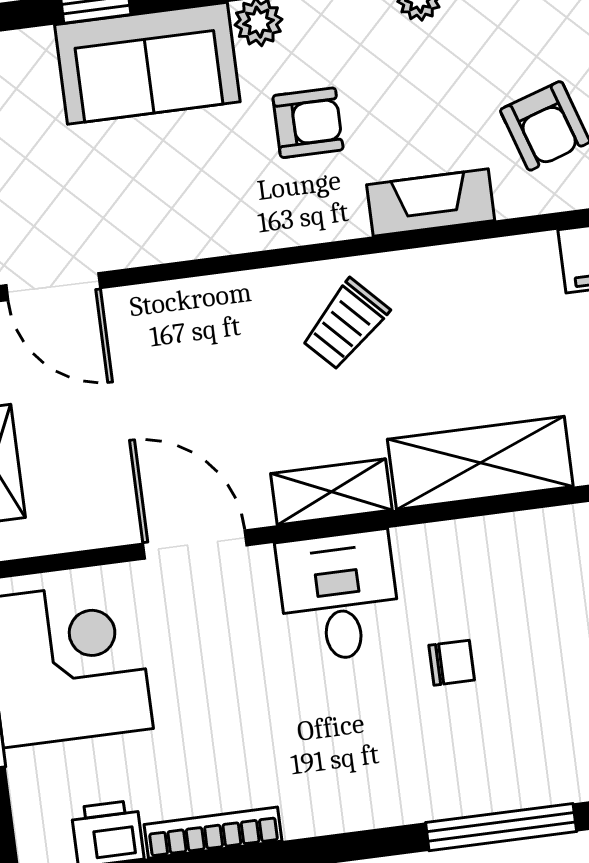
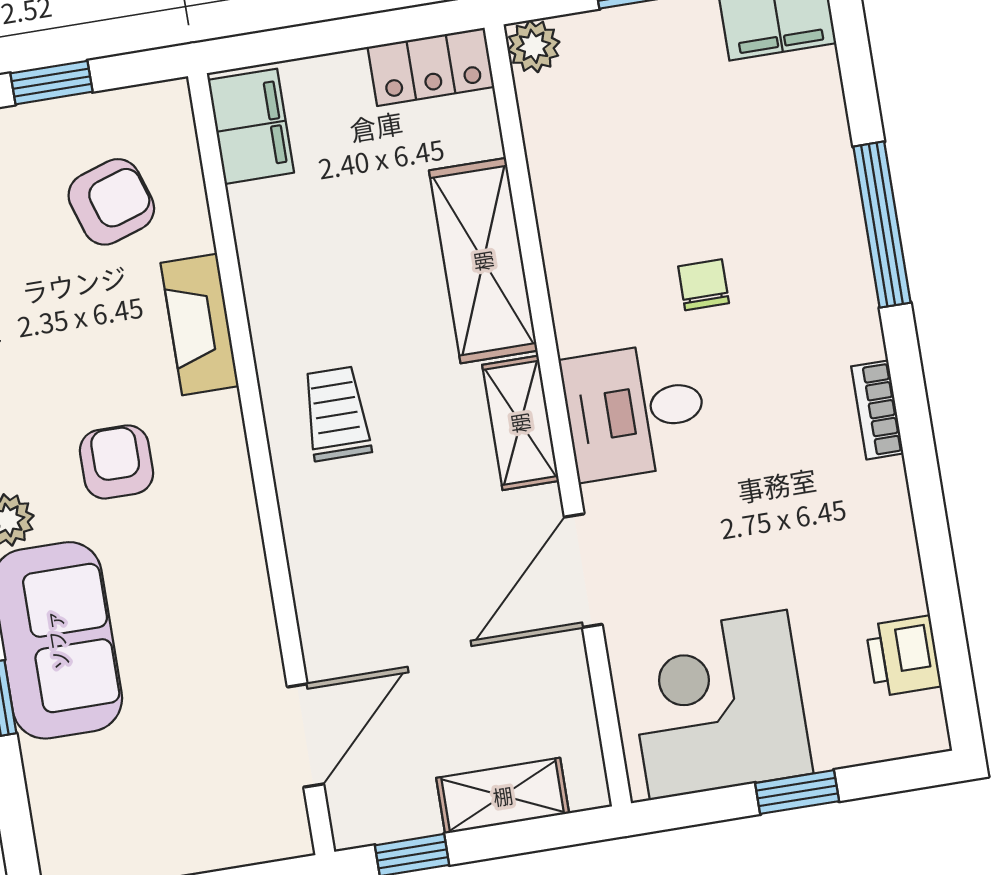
trolley: (345, 324) -> (336, 414), turned -136
bookcase: (213, 833) -> (877, 410), moved, width x0.64

